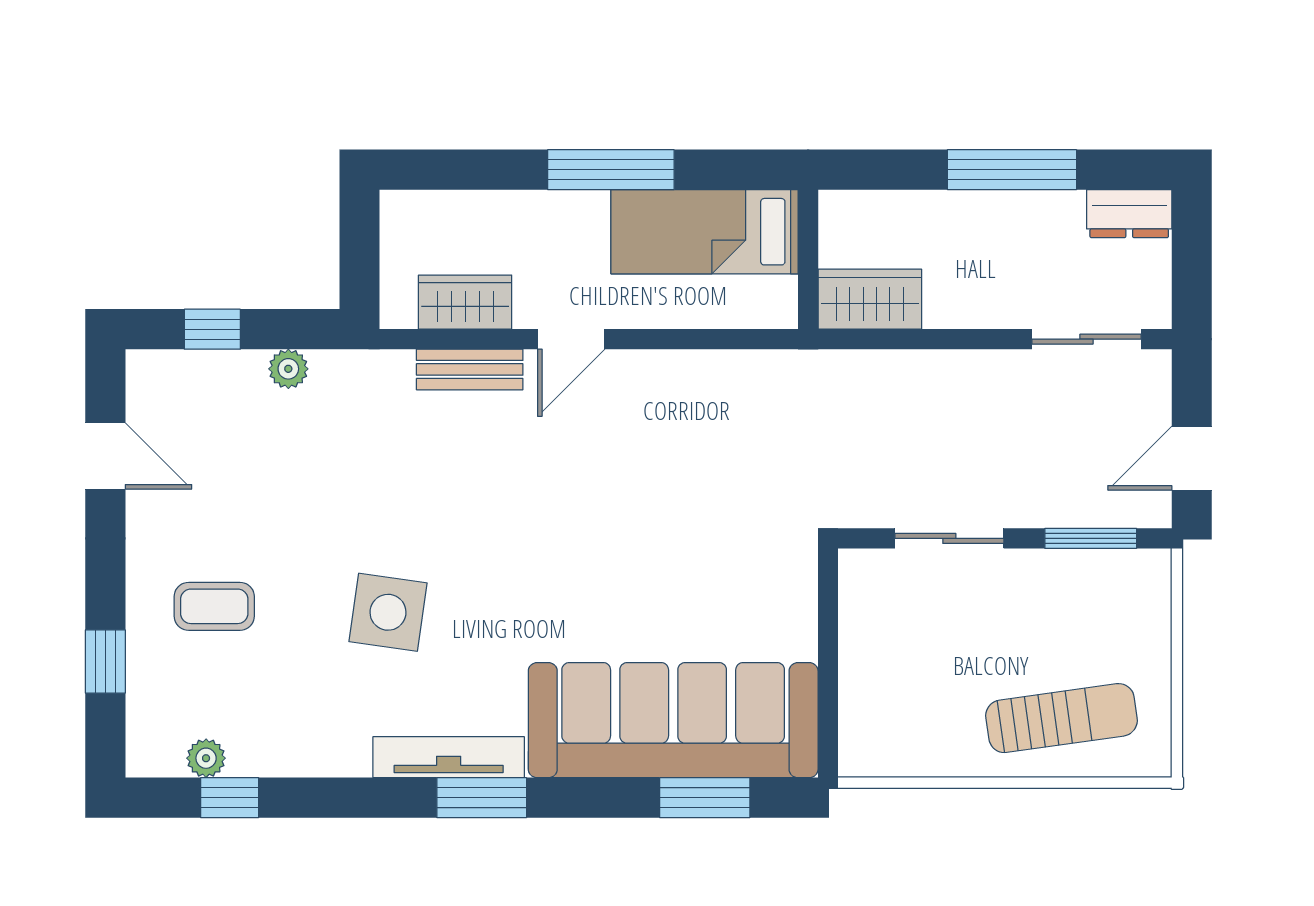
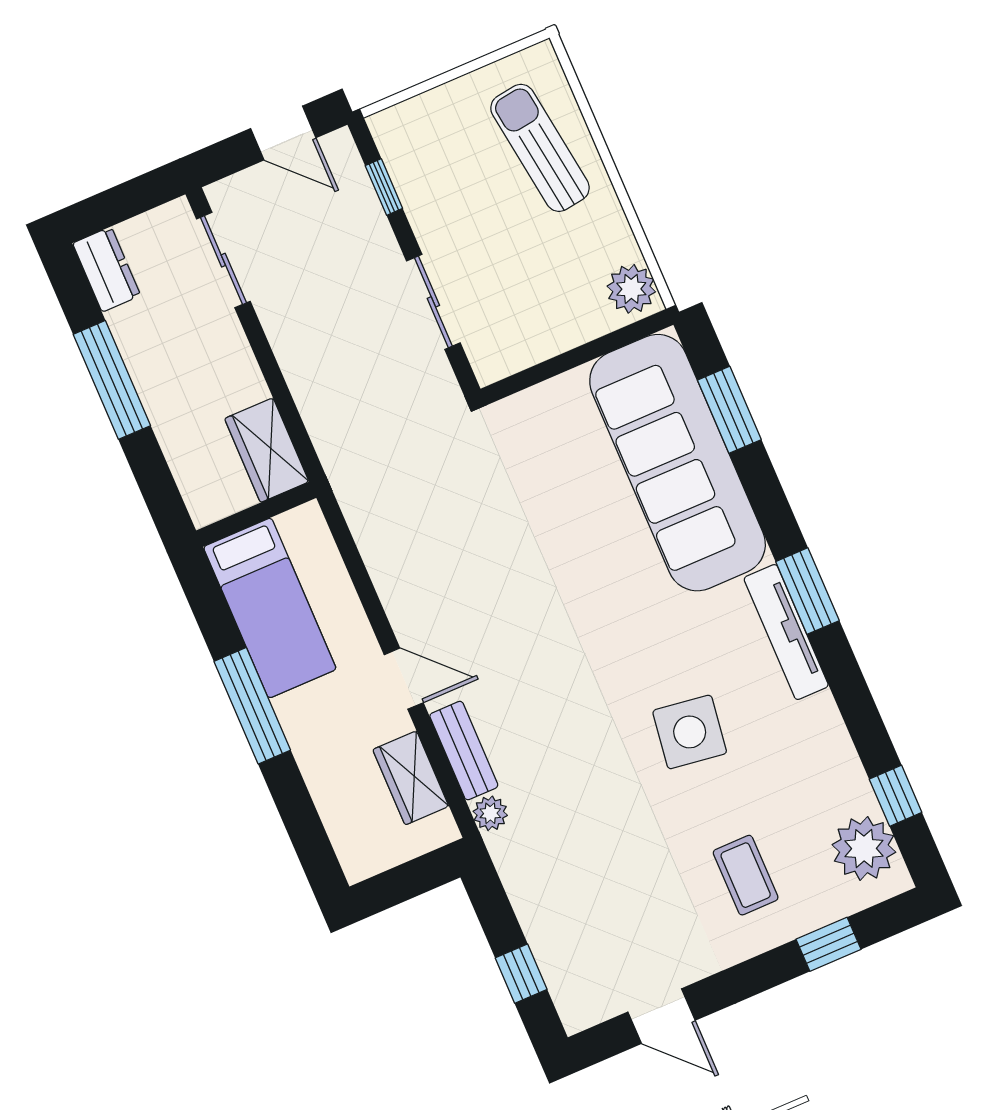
plant: (288, 369) -> (490, 813), moved
door: (105, 456) -> (662, 1016), swing flipped
window: (1091, 538) -> (384, 187), width x0.67
plant: (874, 750) -> (631, 289), added
plant: (206, 758) -> (864, 848), width x1.88, depth x1.88

